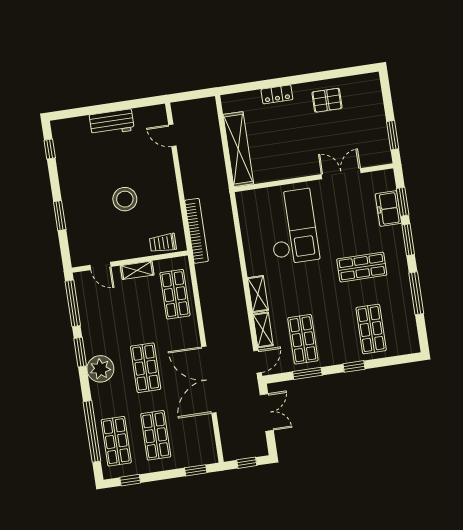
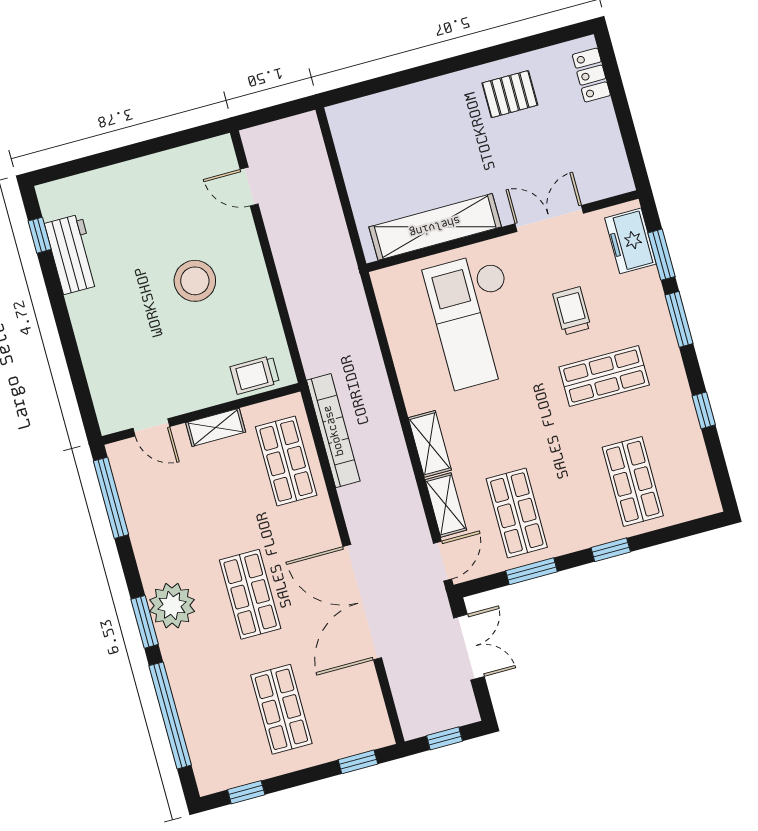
locker: (277, 94) -> (591, 75), moved, turned 90
workbench: (112, 123) -> (72, 254), moved, turned -90
window: (393, 135) -> (631, 141), removed
shelving: (238, 149) -> (435, 227), moved, turned 90
stool: (125, 199) -> (195, 281), moved
freezer: (388, 209) -> (630, 241), moved
window: (60, 216) -> (70, 348), removed
checkout: (293, 227) -> (476, 320), turned 180
trolley: (348, 228) -> (572, 311), added
bookcase: (197, 231) -> (333, 431), moved
window: (416, 293) -> (704, 410), width x0.46
window: (80, 352) -> (145, 622), moved
shop shelf: (116, 441) -> (214, 728), removed

